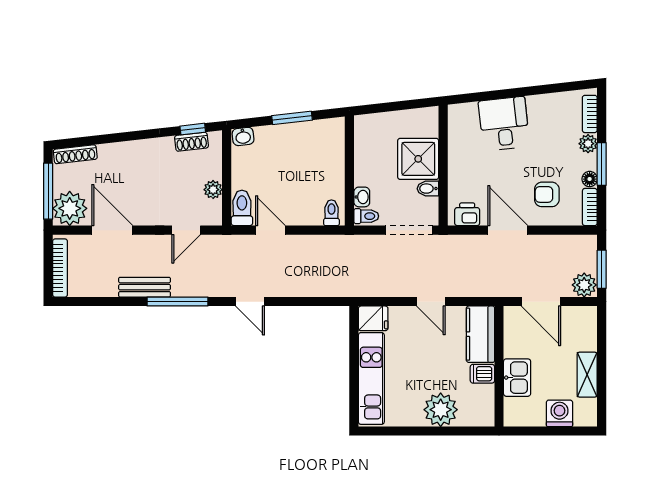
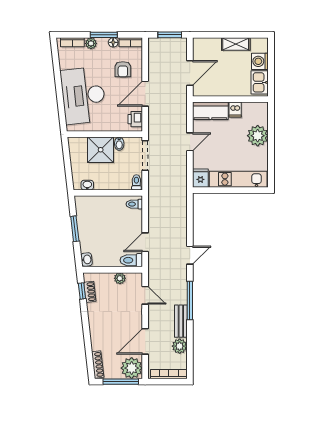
desk: (504, 124) -> (83, 95), width x1.87, depth x1.30
washbasin: (362, 197) -> (87, 185), moved
plant: (584, 285) -> (180, 346), moved
kitchen sink: (517, 378) -> (260, 82), moved, turned -90

